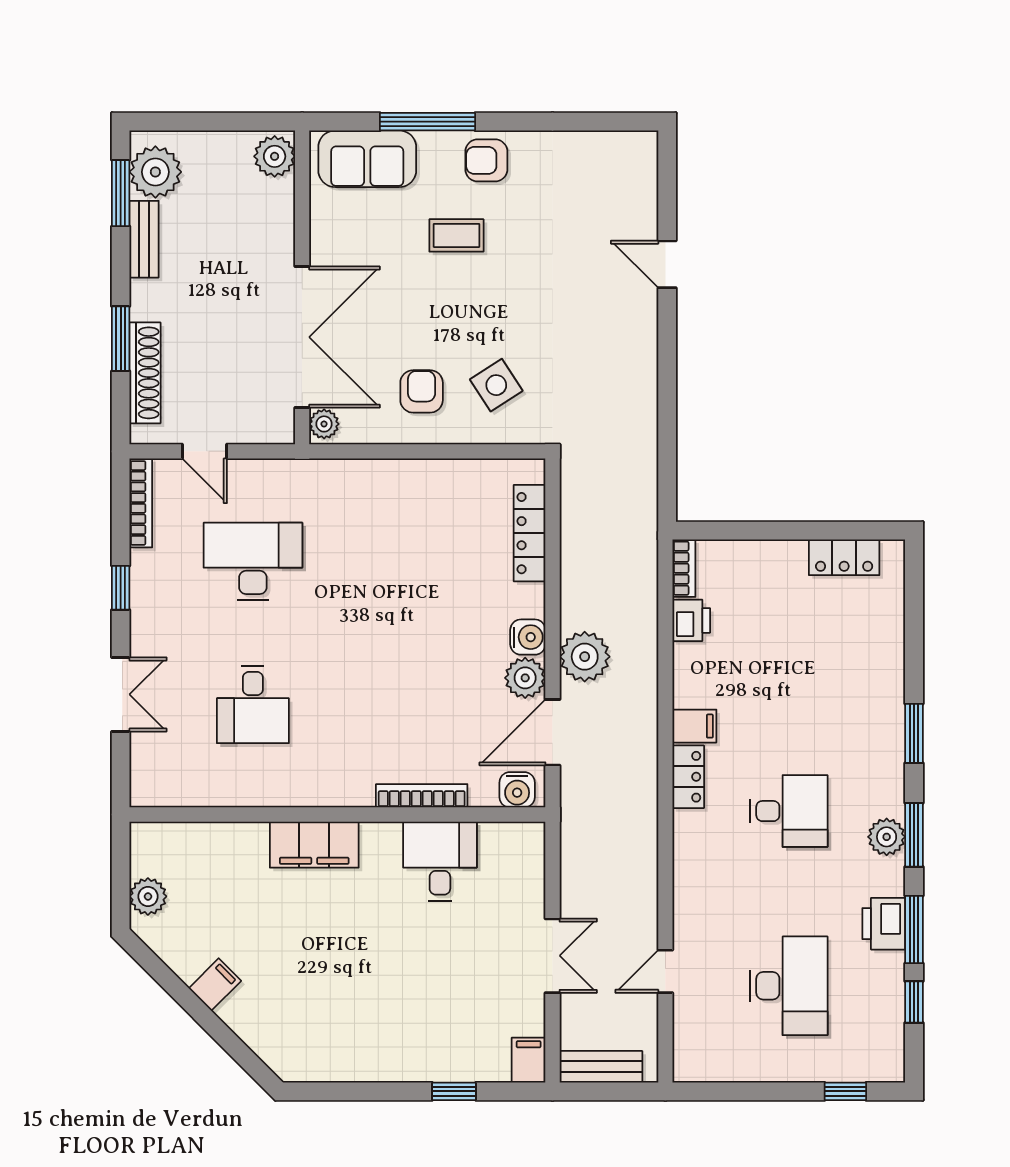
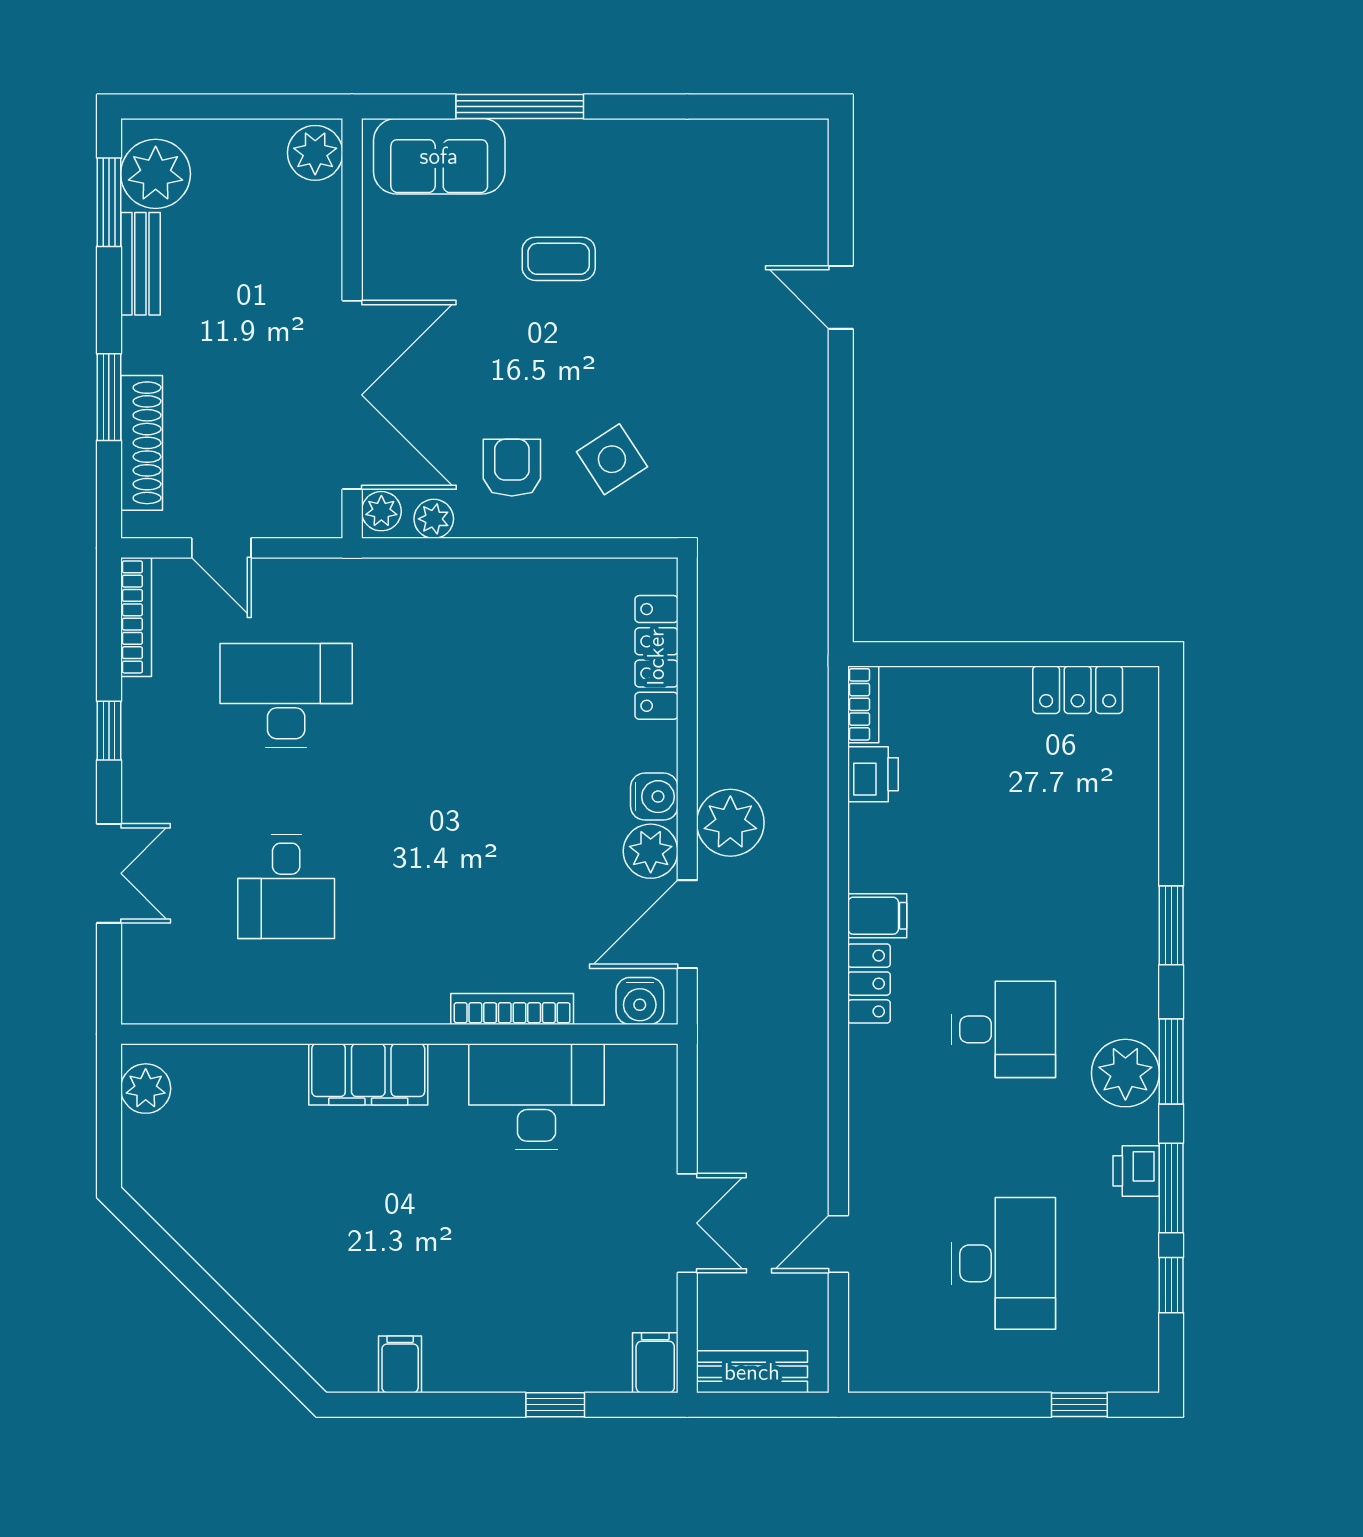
armchair: (486, 160) -> (599, 158), removed
plant: (363, 430) -> (434, 519), added
plant: (887, 837) -> (1125, 1073), width x1.36, depth x1.36
desk: (440, 861) -> (537, 1097), width x1.37
plant: (148, 896) -> (146, 1089), moved
printer: (884, 924) -> (1136, 1171), width x0.73, depth x0.81
filing cabinet: (215, 985) -> (400, 1364), moved, turned -45

